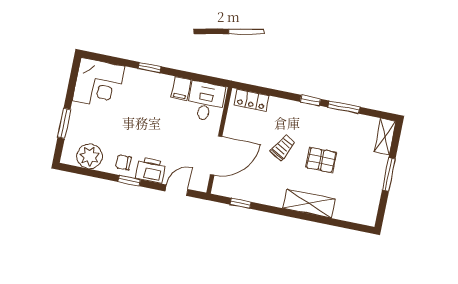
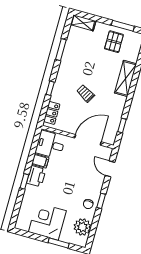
corner desk: (99, 84) -> (47, 221), moved, turned -90
window: (310, 100) -> (50, 88), moved
door: (216, 155) -> (88, 140), hinge flipped
pallet: (321, 160) -> (114, 42), moved
printer: (151, 170) -> (36, 176), moved, turned 180
window: (389, 174) -> (123, 26), moved

